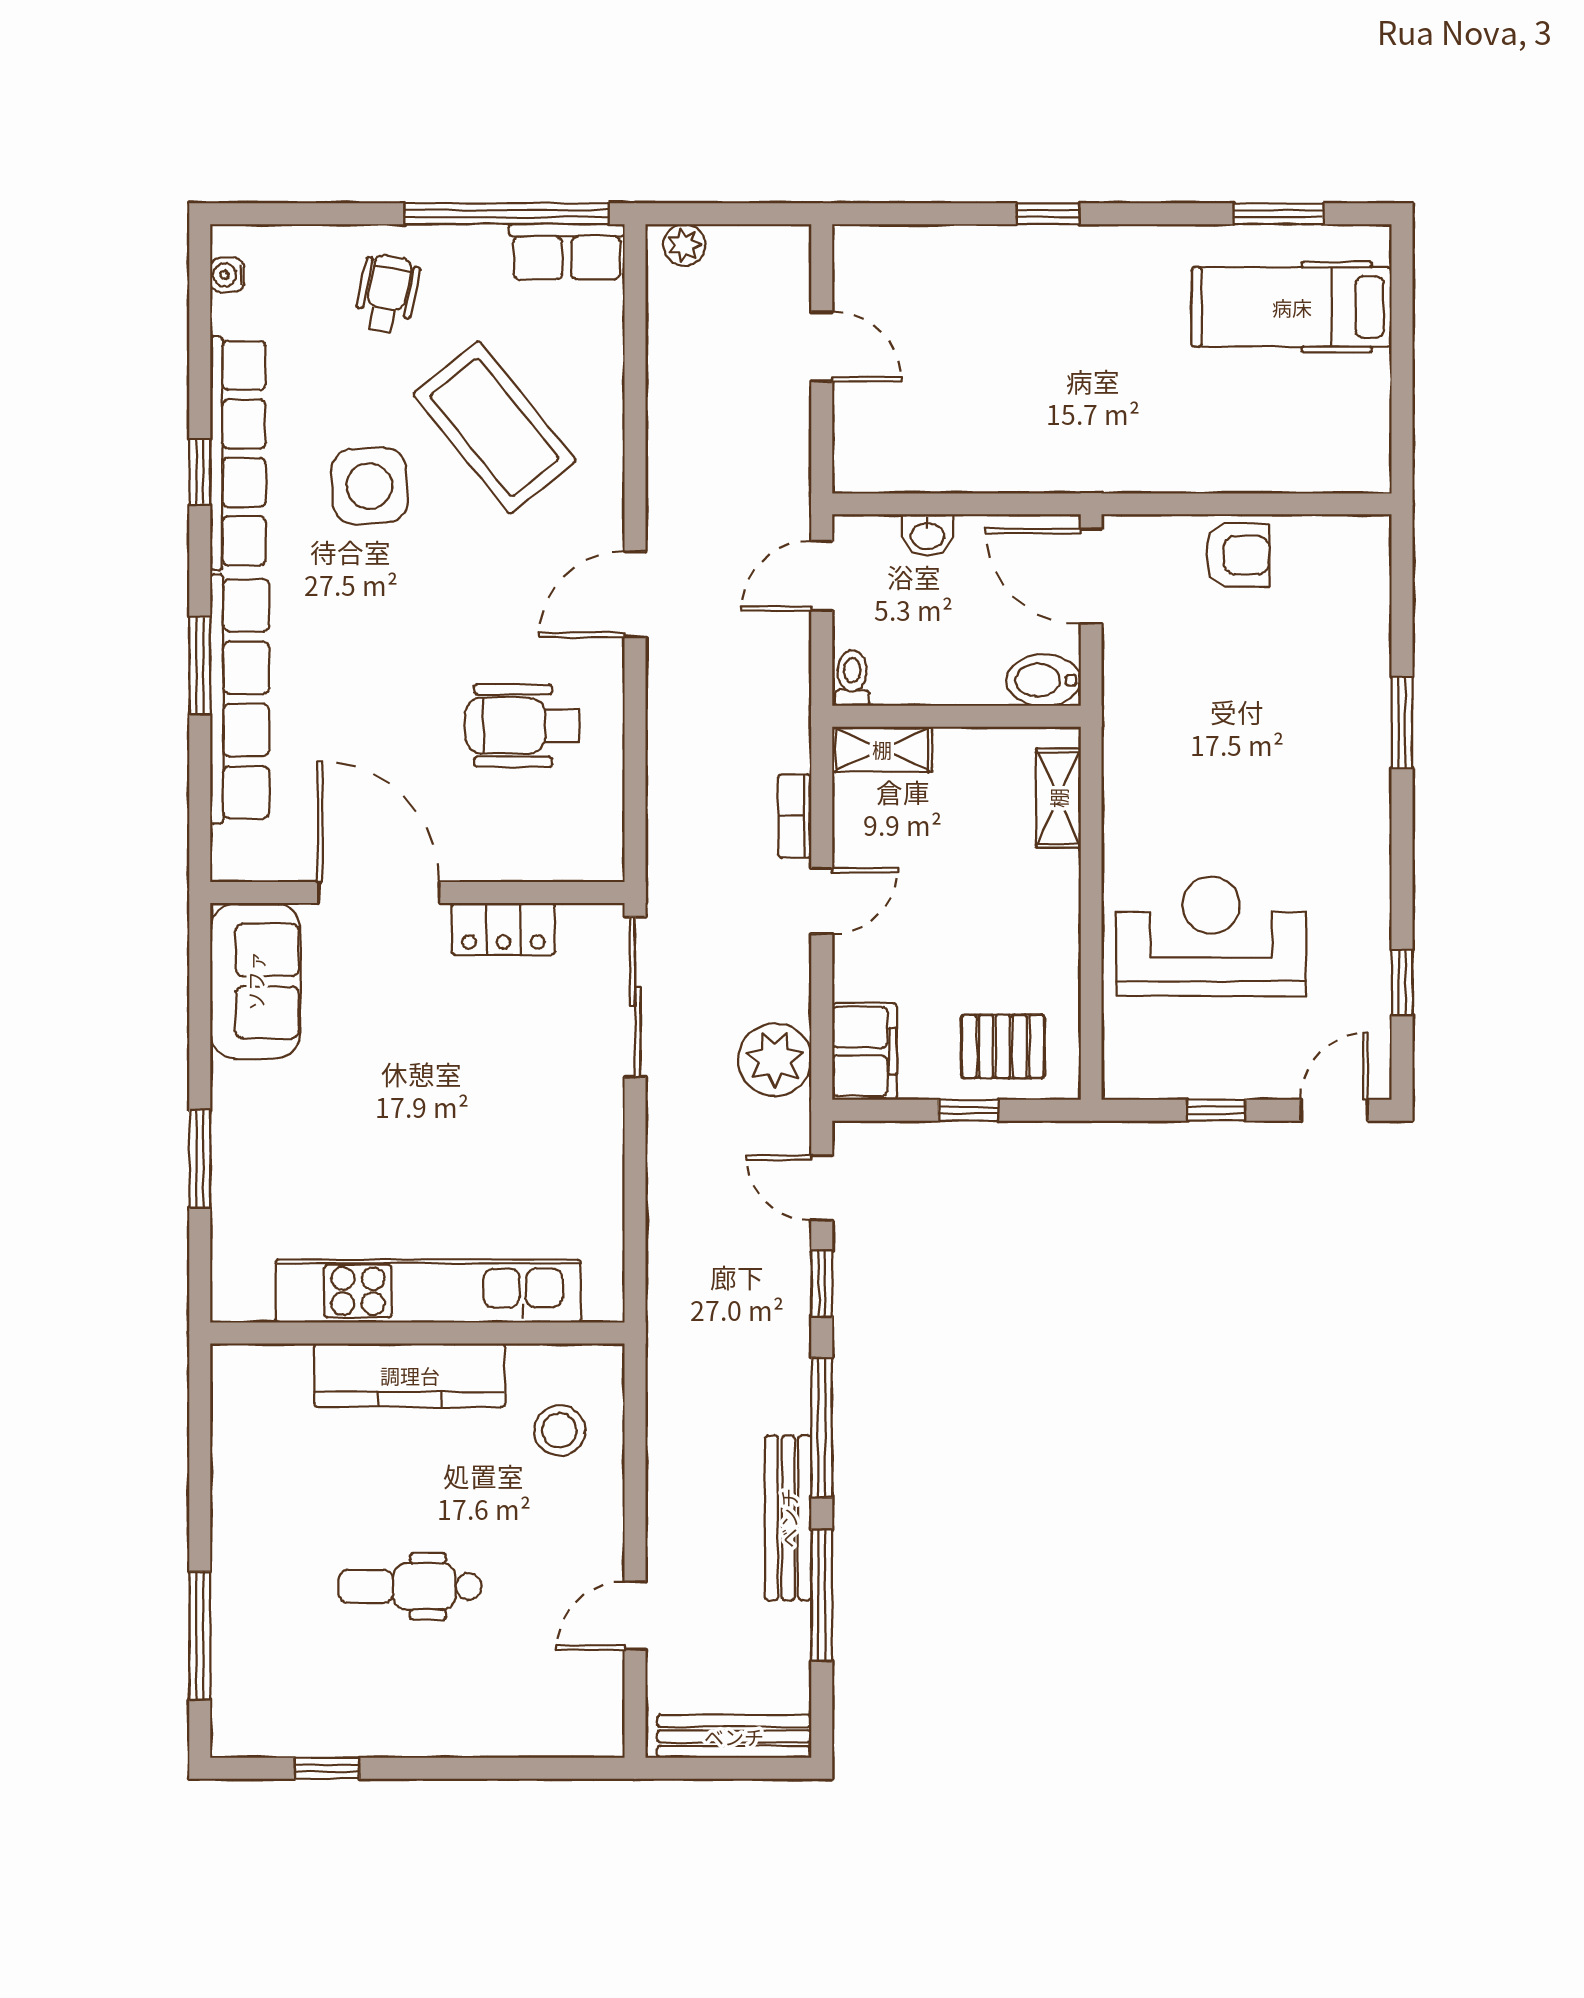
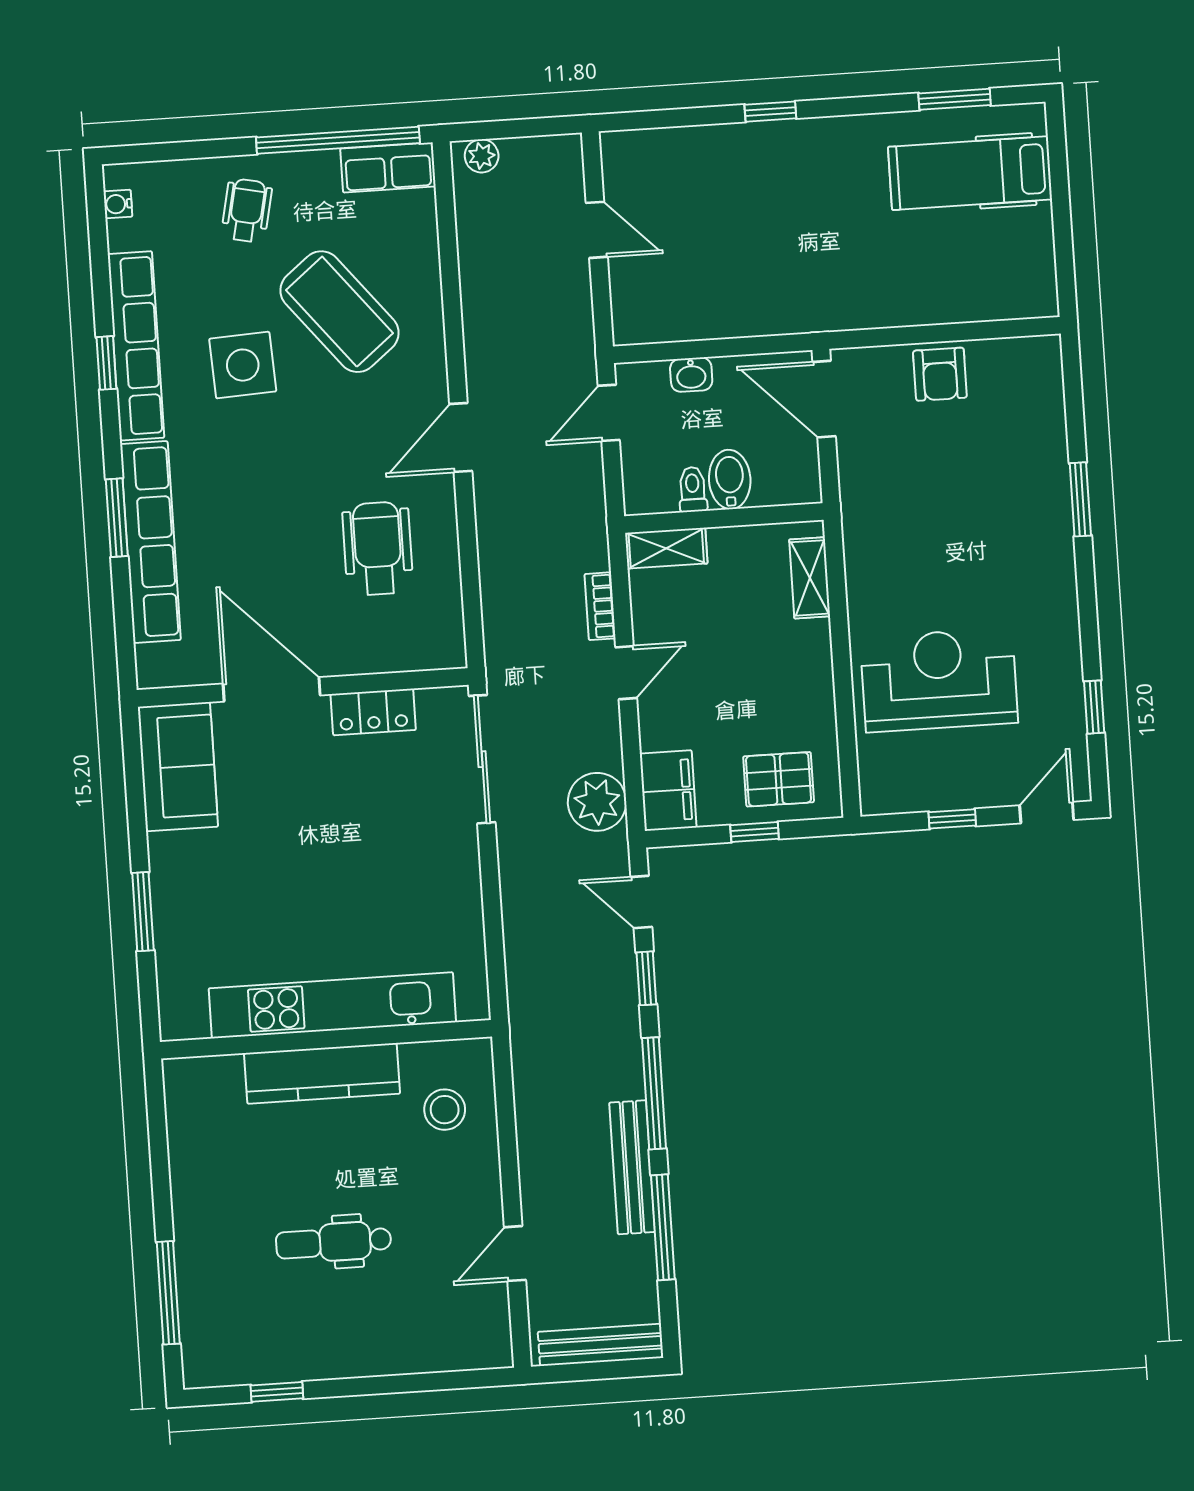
armchair: (1237, 555) -> (940, 374), turned 90
toilet: (852, 678) -> (693, 489), moved
bidet: (1044, 680) -> (730, 479), moved, turned 90
wheelchair: (522, 726) -> (378, 548), turned 90

